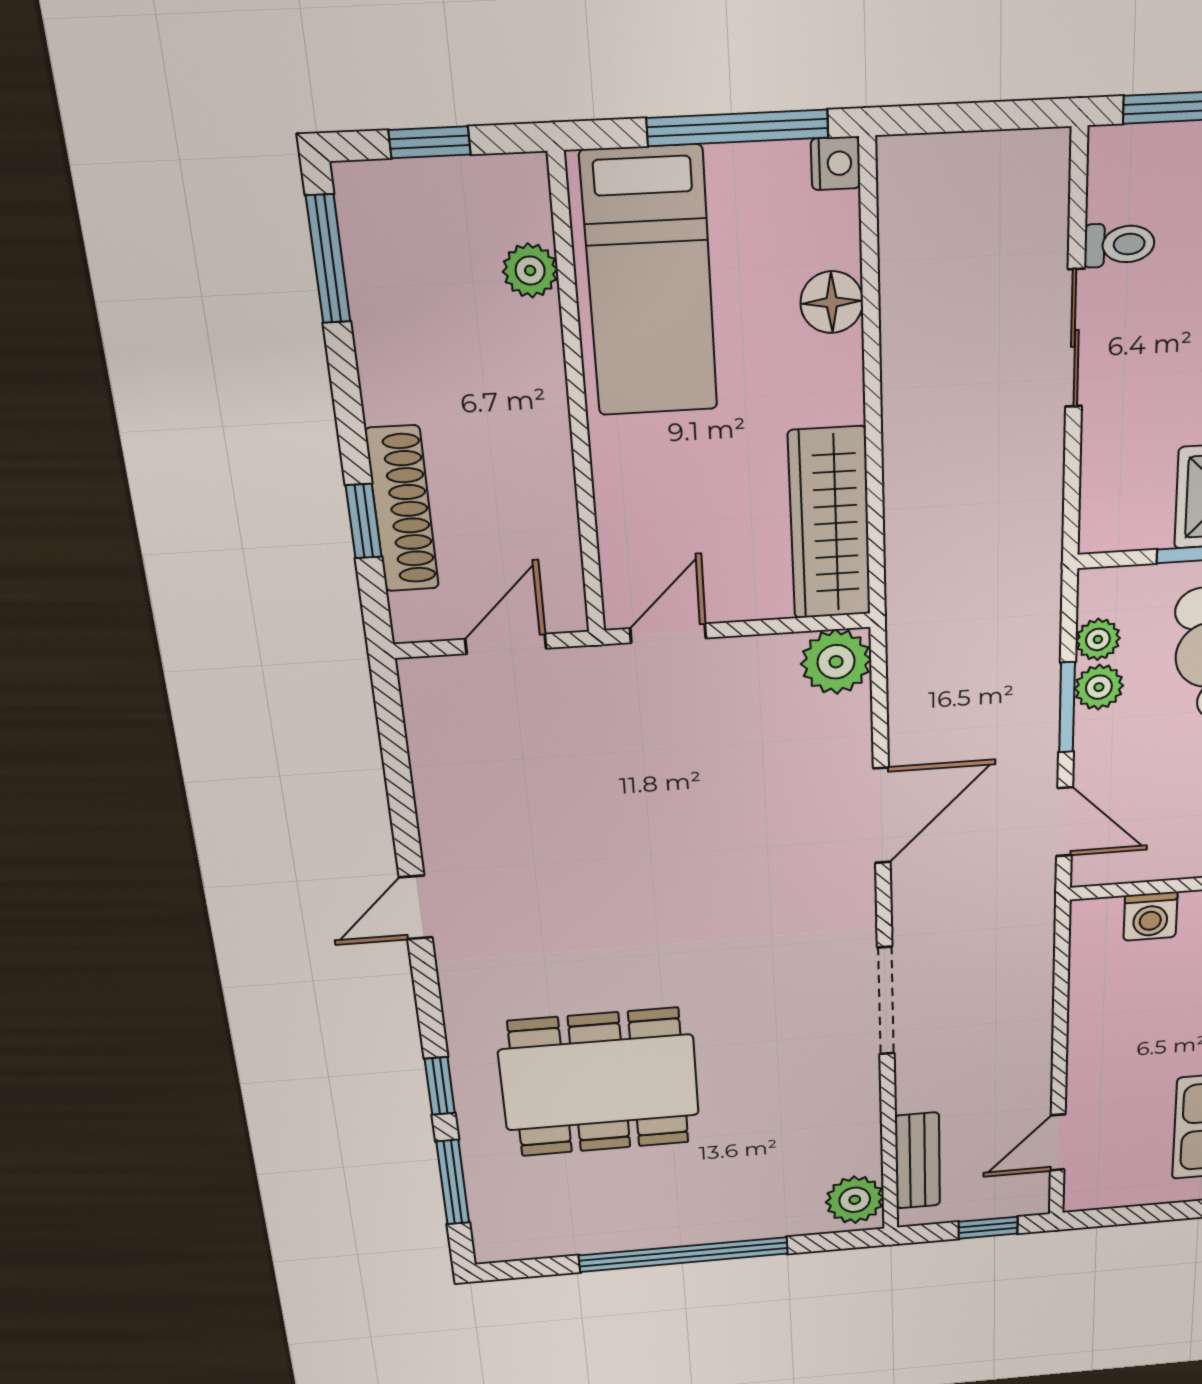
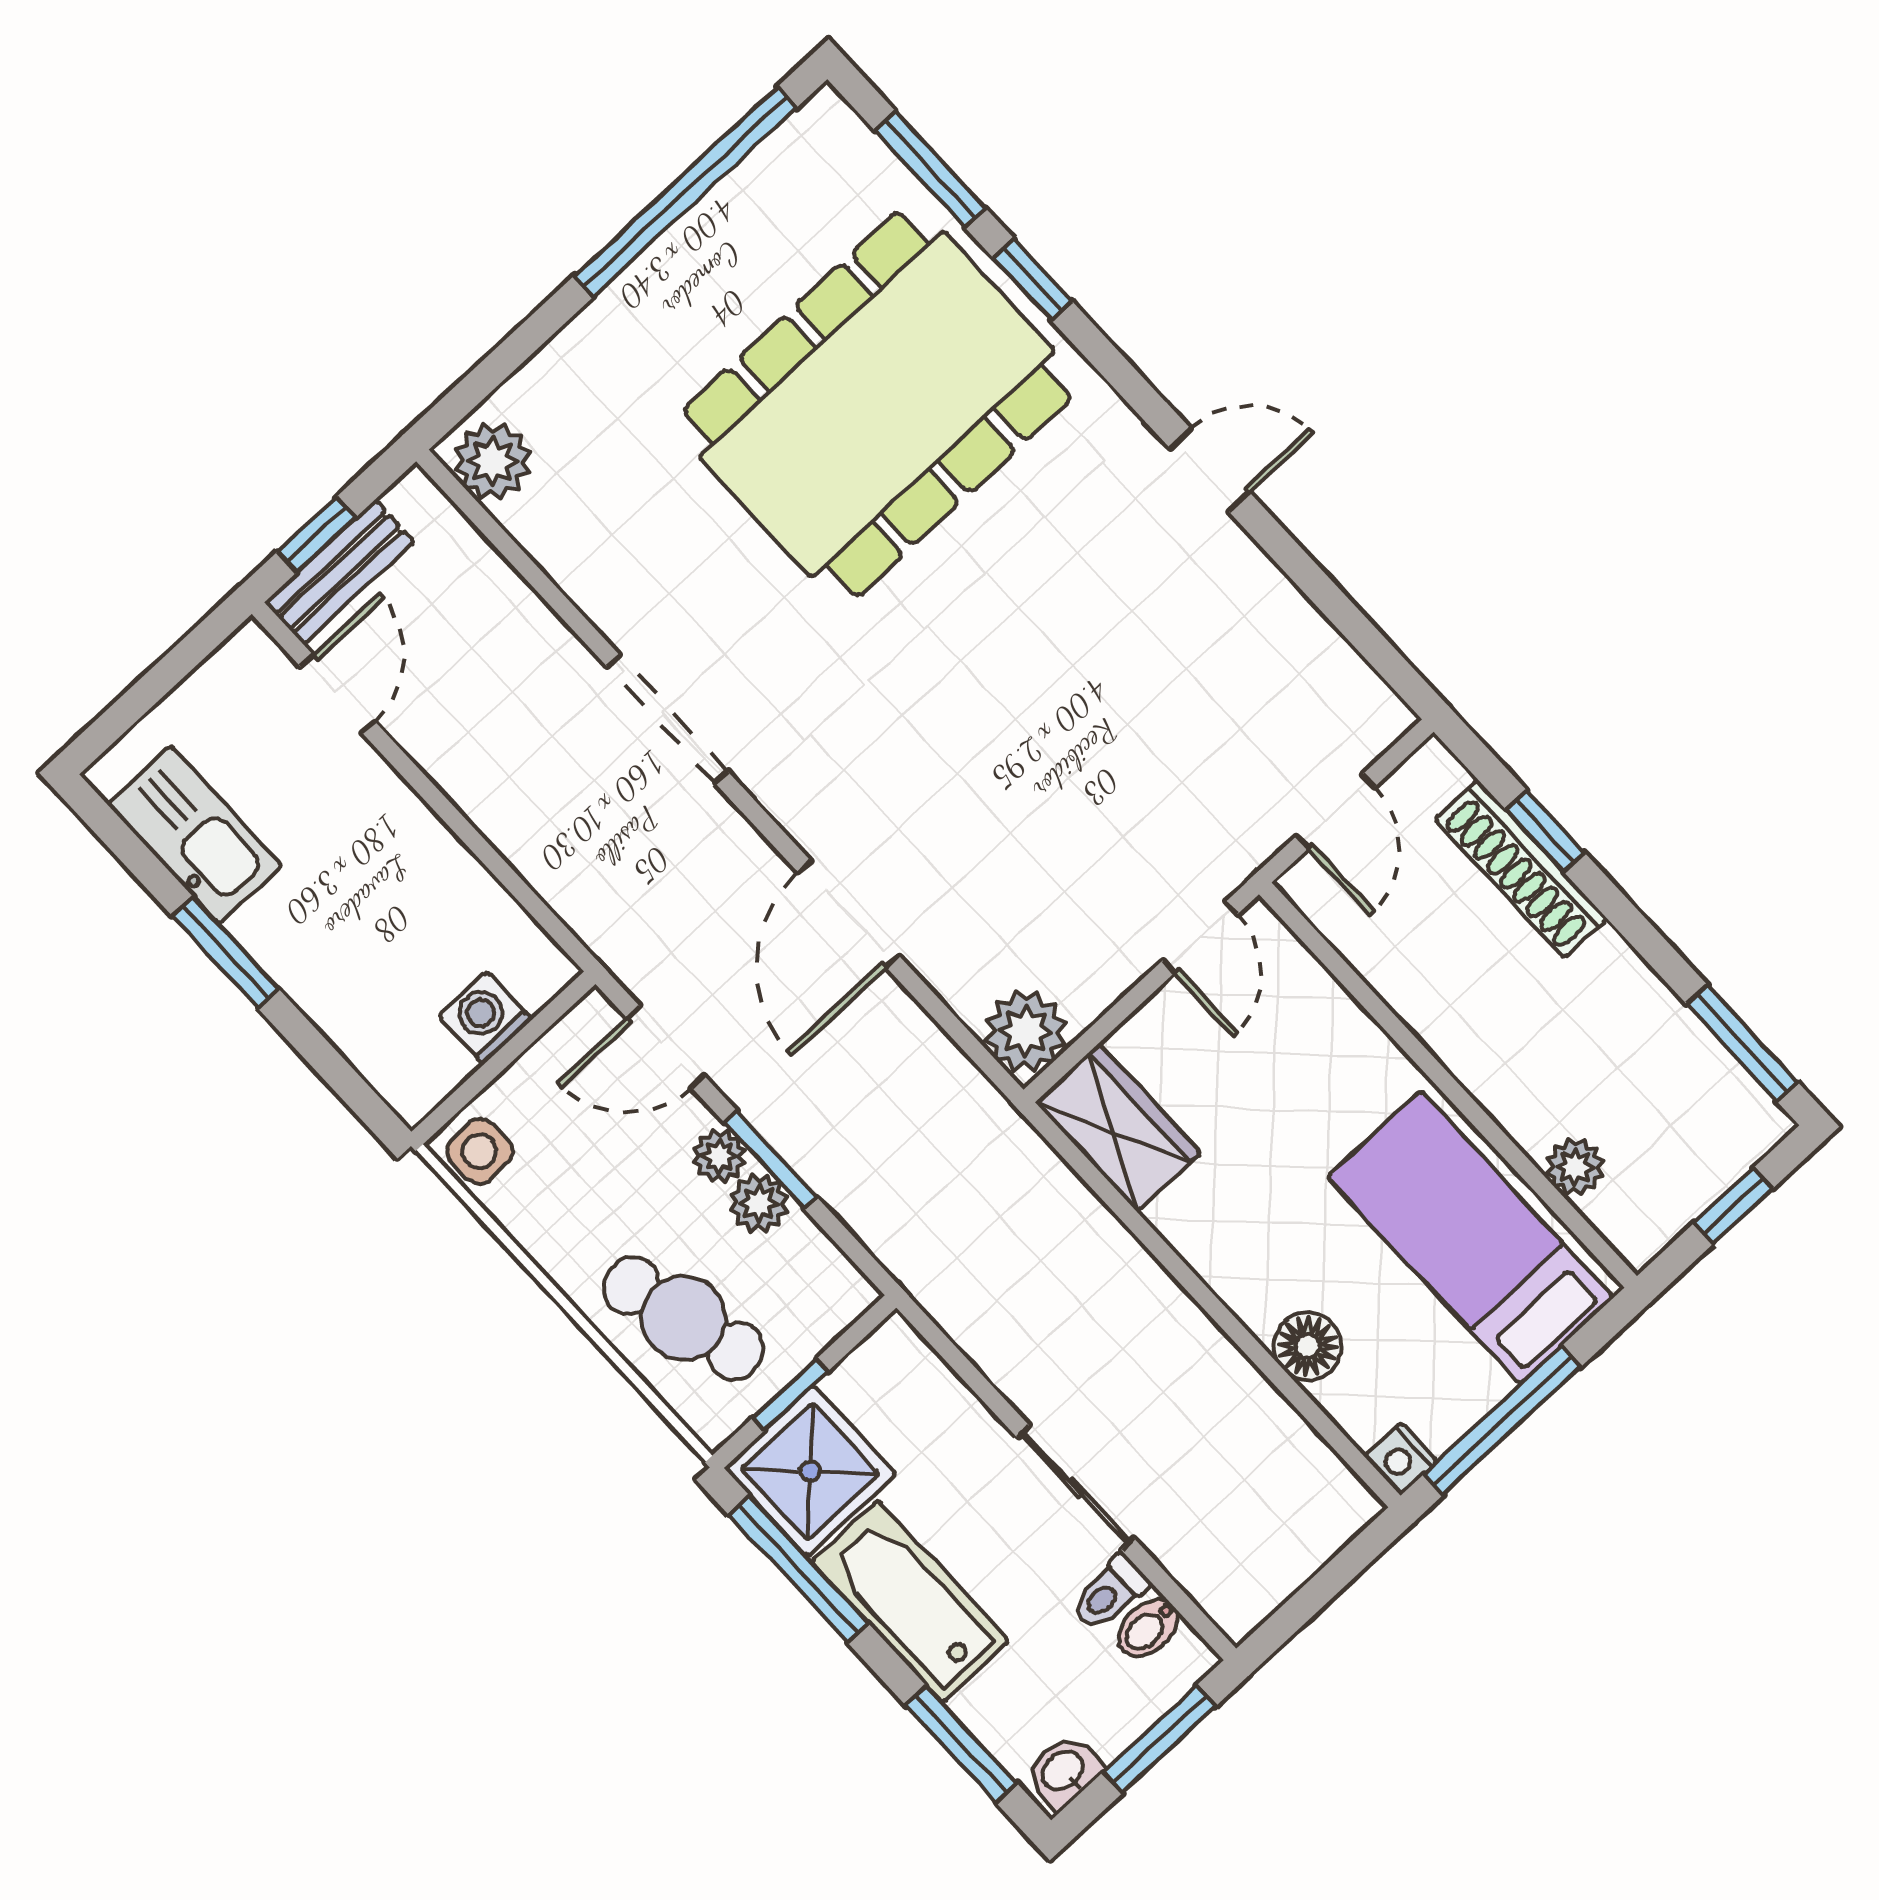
bidet: (1117, 196) -> (1148, 1628), added
wardrobe: (830, 524) -> (1118, 1128), width x0.67
plant: (1098, 639) -> (719, 1156), moved
door: (416, 907) -> (1210, 470), hinge flipped
dining table: (599, 1082) -> (877, 404), width x1.36, depth x1.24
bench: (917, 1161) -> (339, 572), moved, turned 90
window: (684, 1255) -> (685, 192), moved

